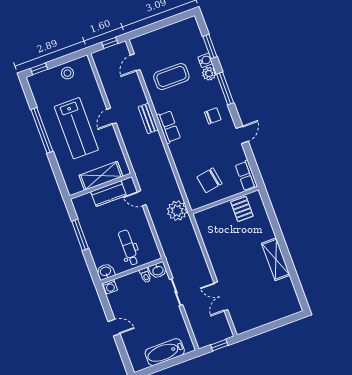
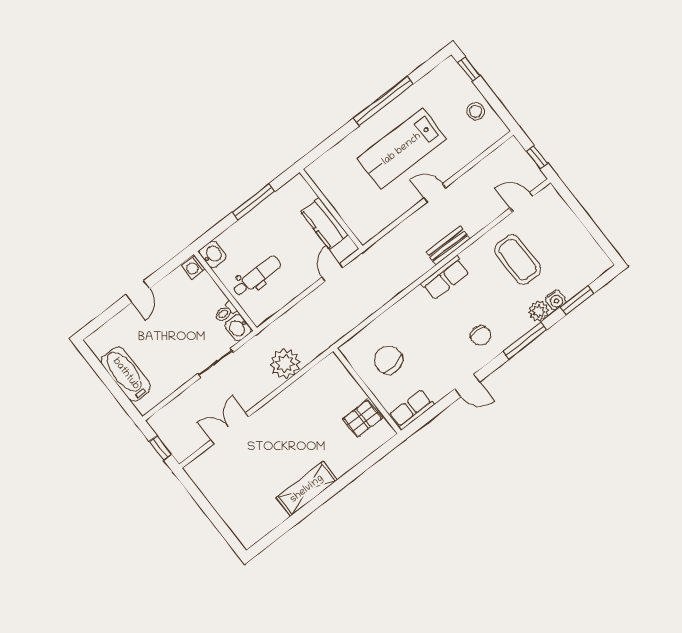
shelving: (101, 176) -> (346, 205), removed
plant: (177, 211) -> (285, 363), moved

